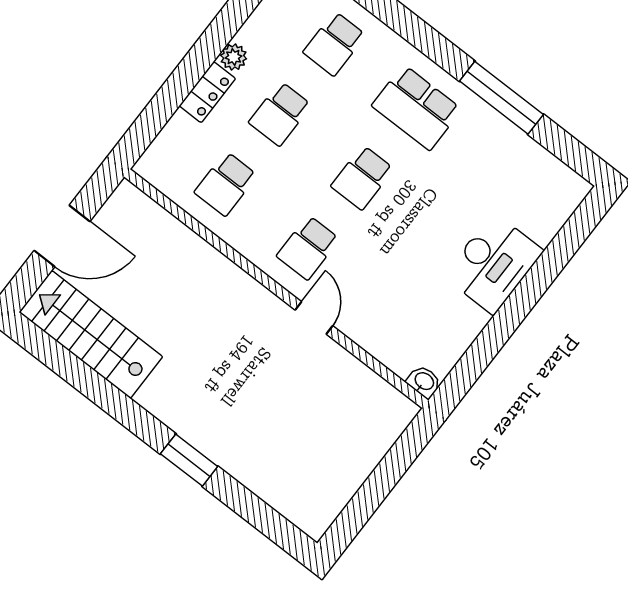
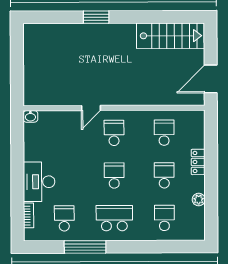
plant: (234, 57) -> (199, 200), moved
school desk: (499, 171) -> (64, 218), added
bookcase: (554, 222) -> (28, 215), added
door: (62, 236) -> (211, 79), moved
door: (314, 318) -> (91, 108), hinge flipped

